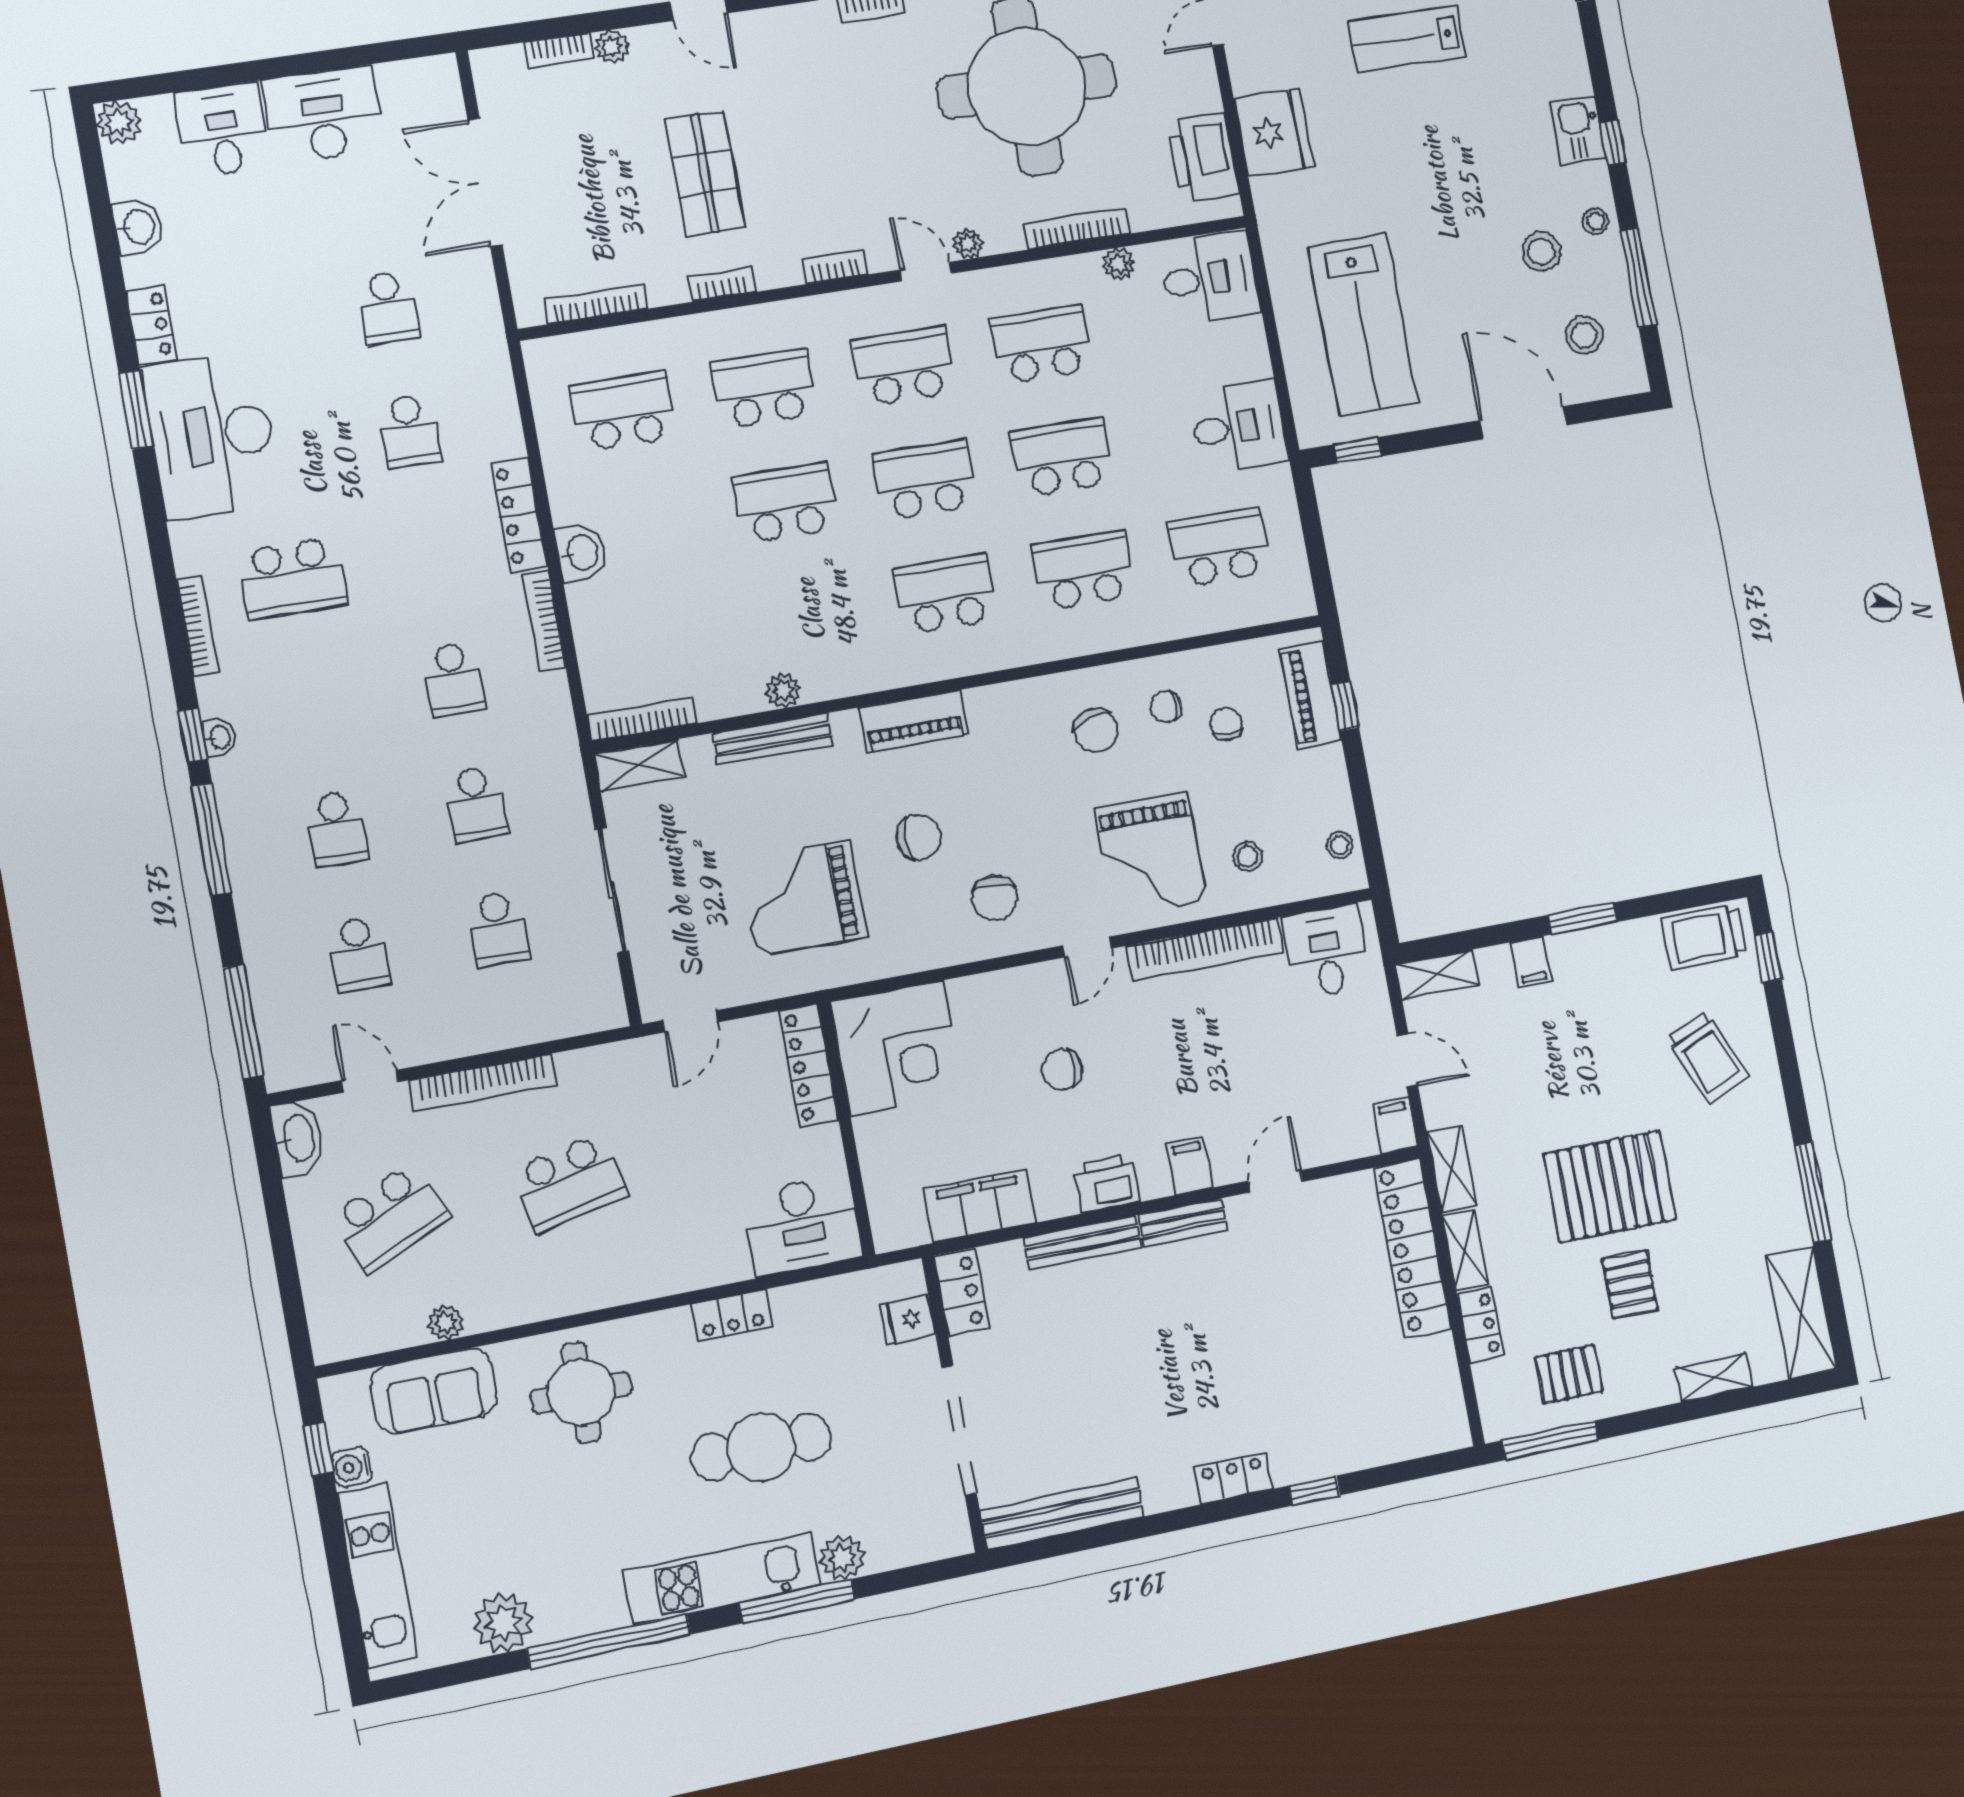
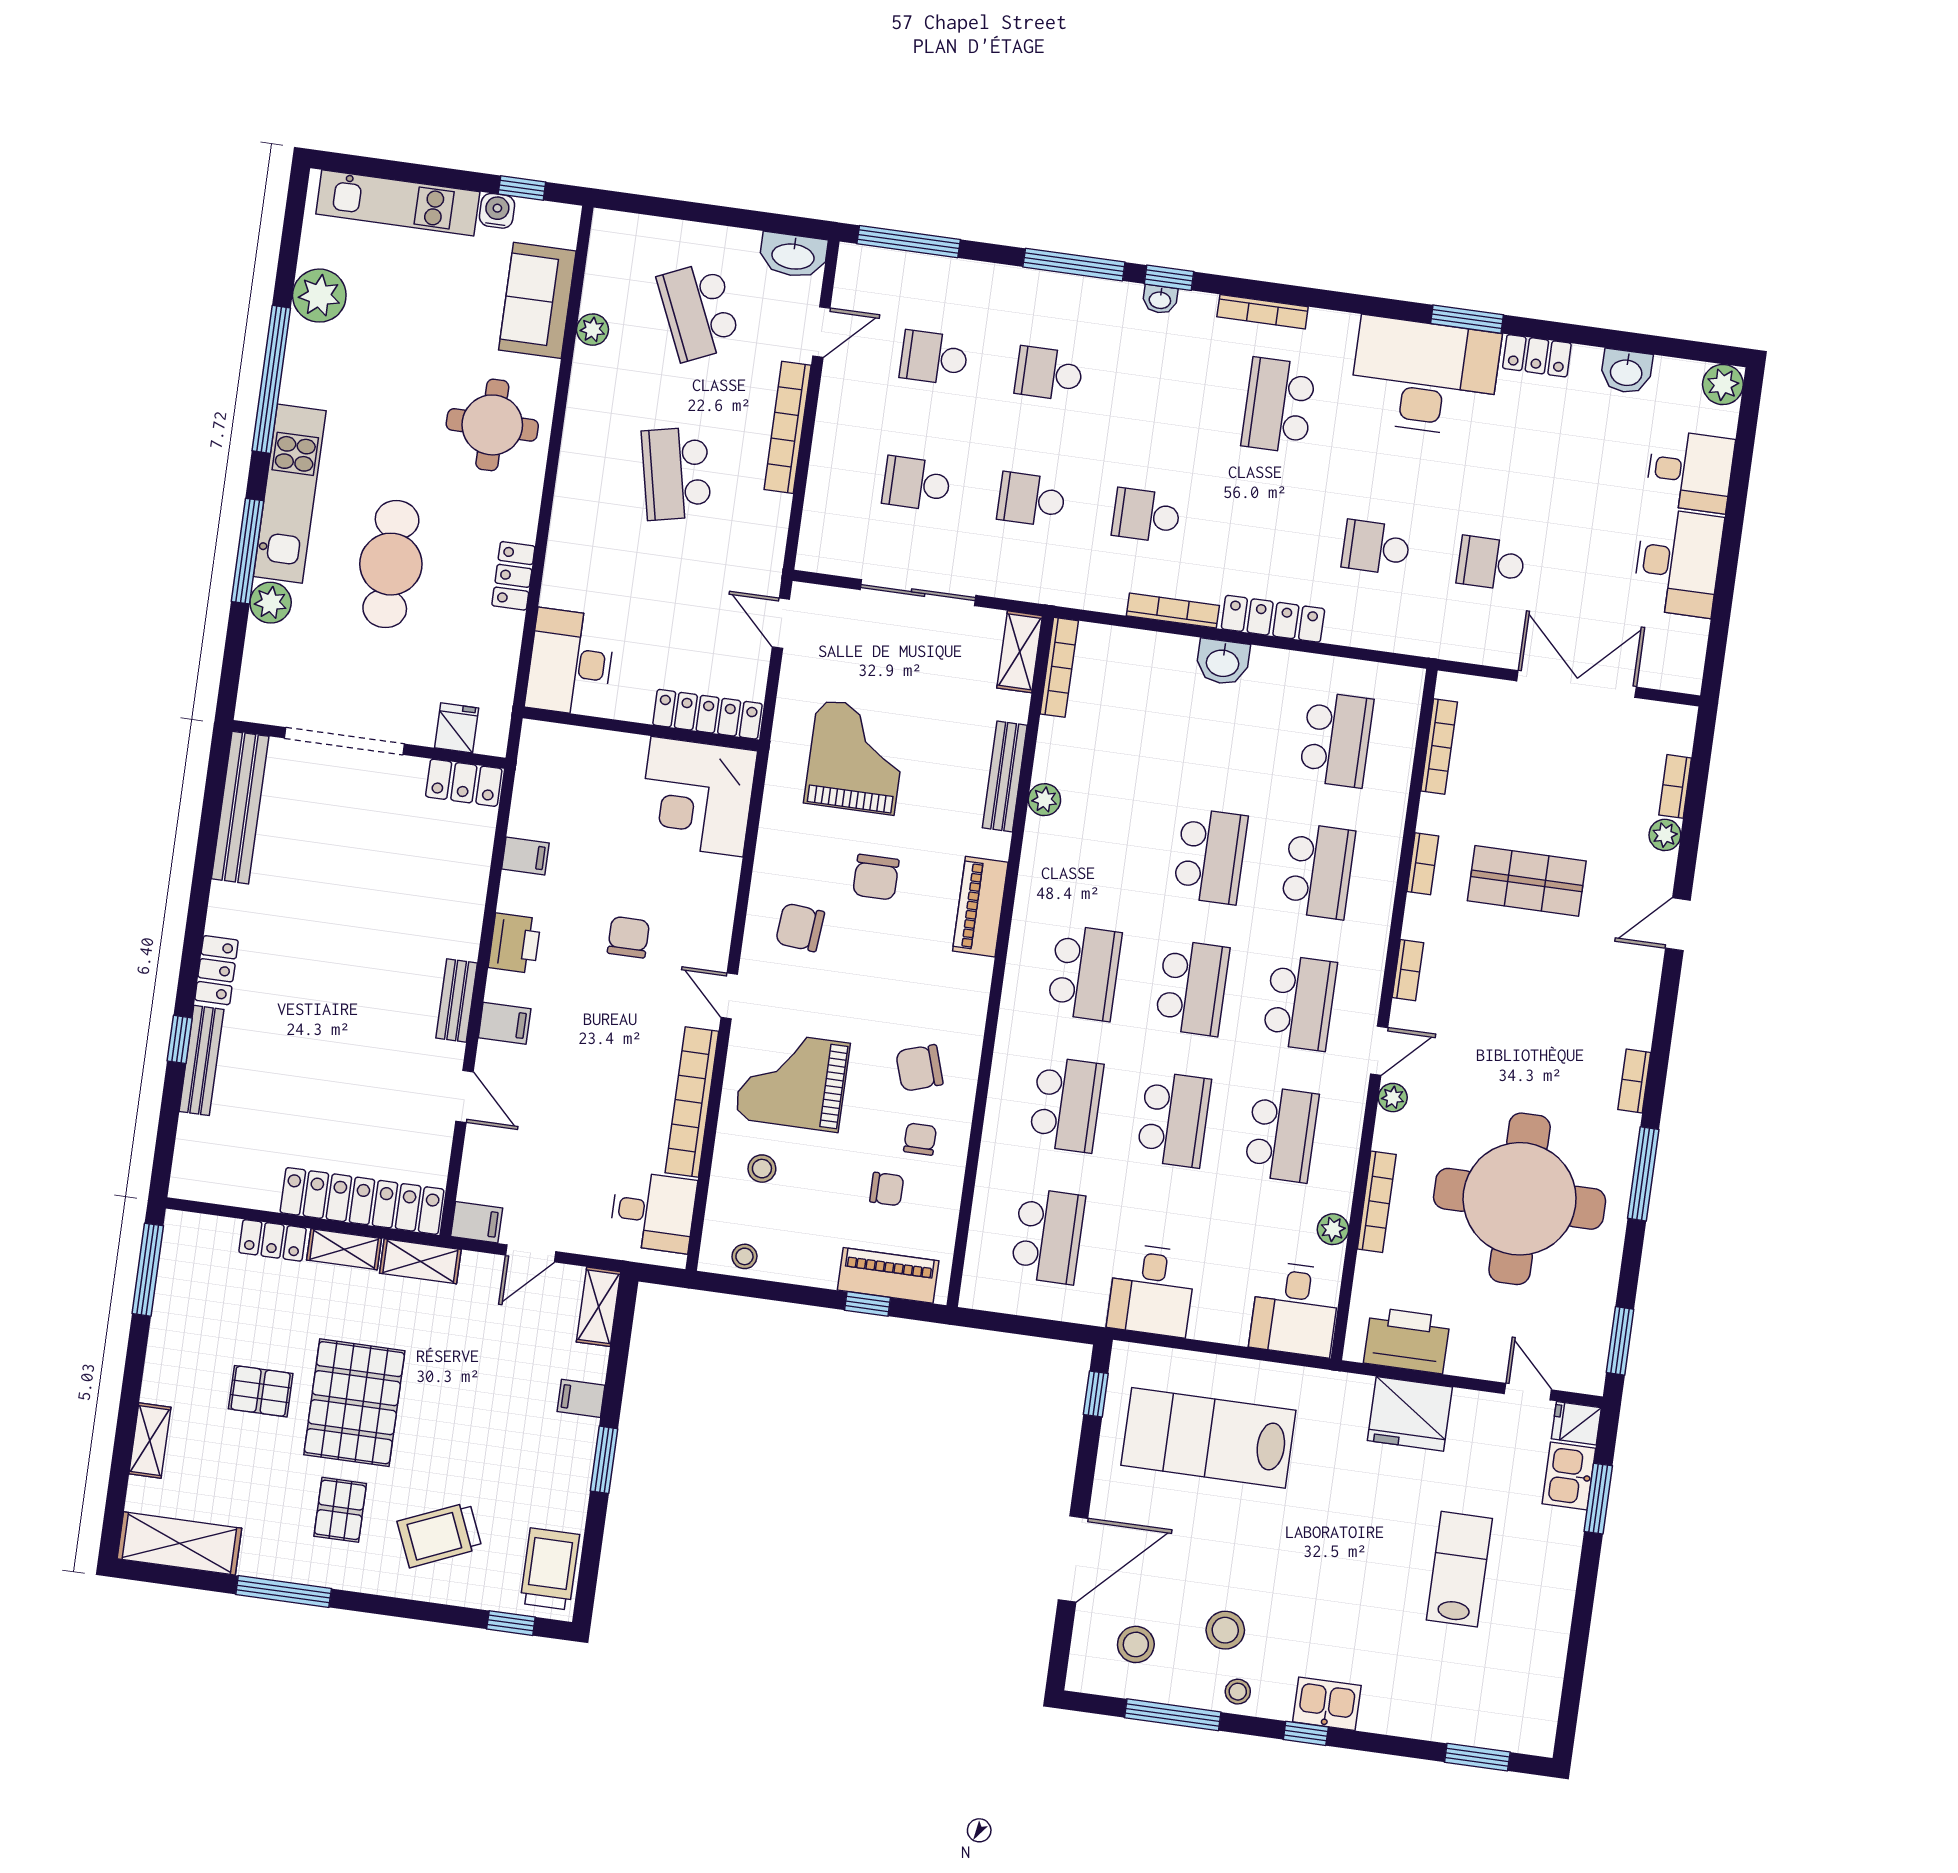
filing cabinet: (980, 1206) -> (525, 856), width x0.33, depth x0.86
bench: (1082, 1243) -> (201, 1060), moved
pallet: (1569, 1374) -> (340, 1510), moved

